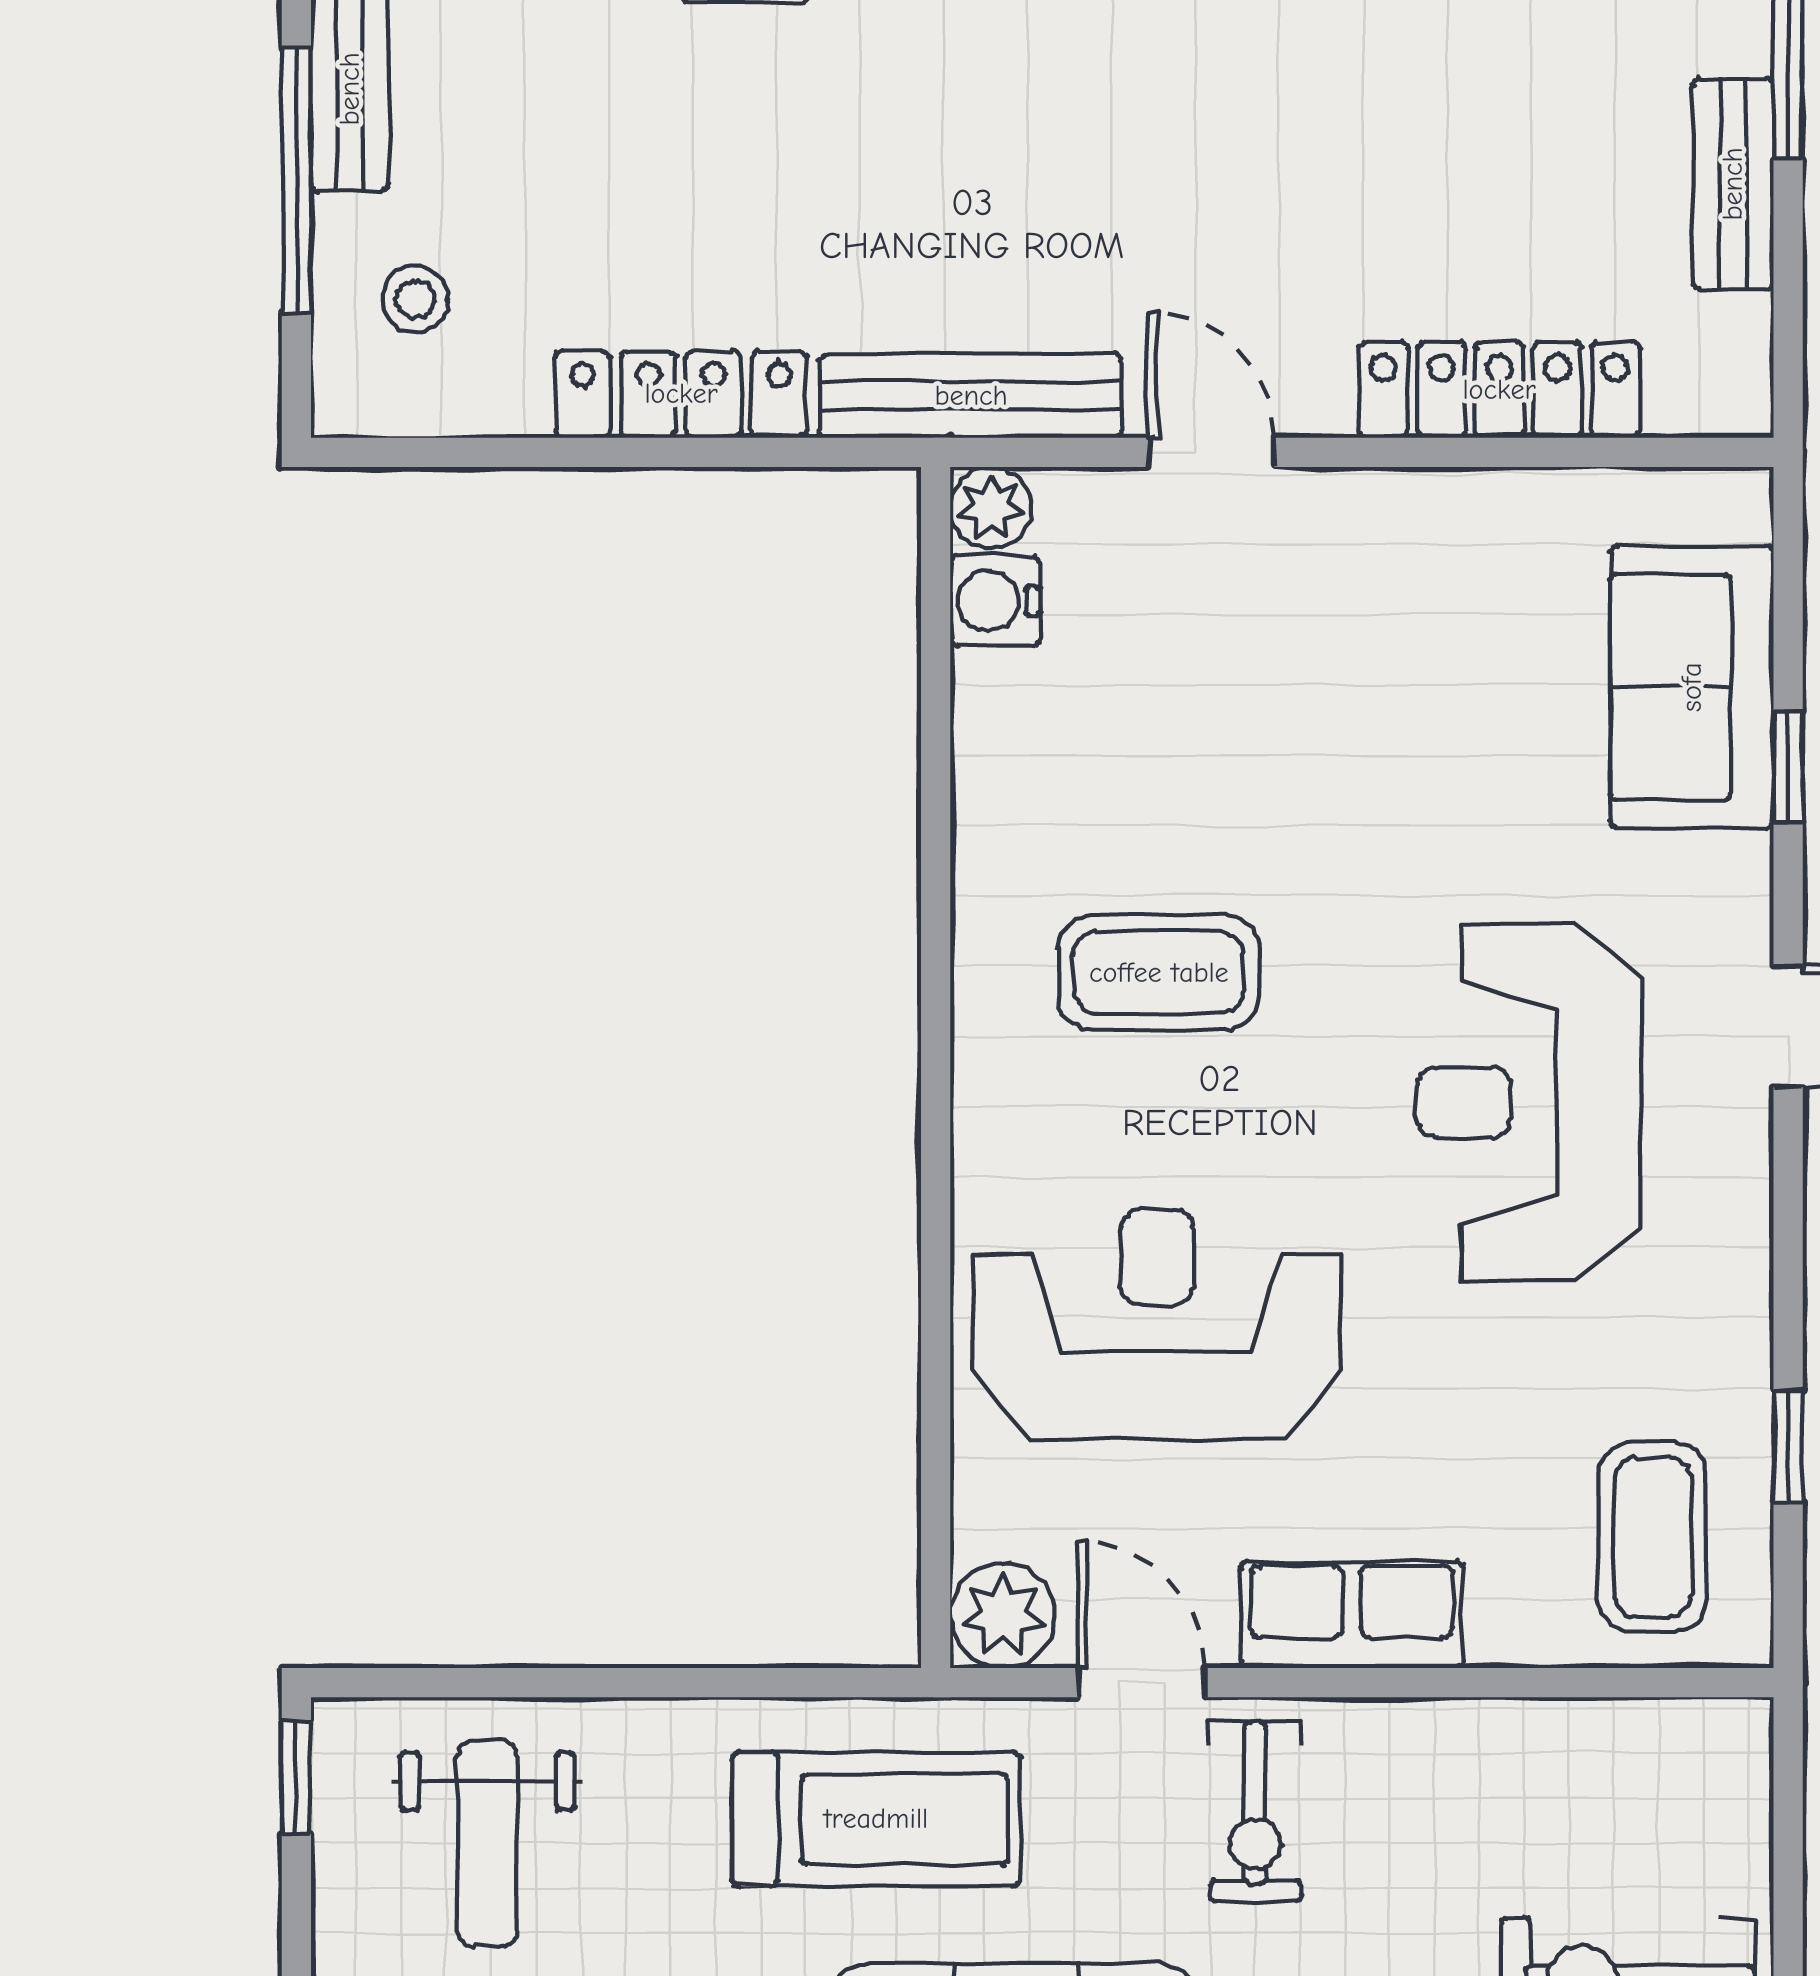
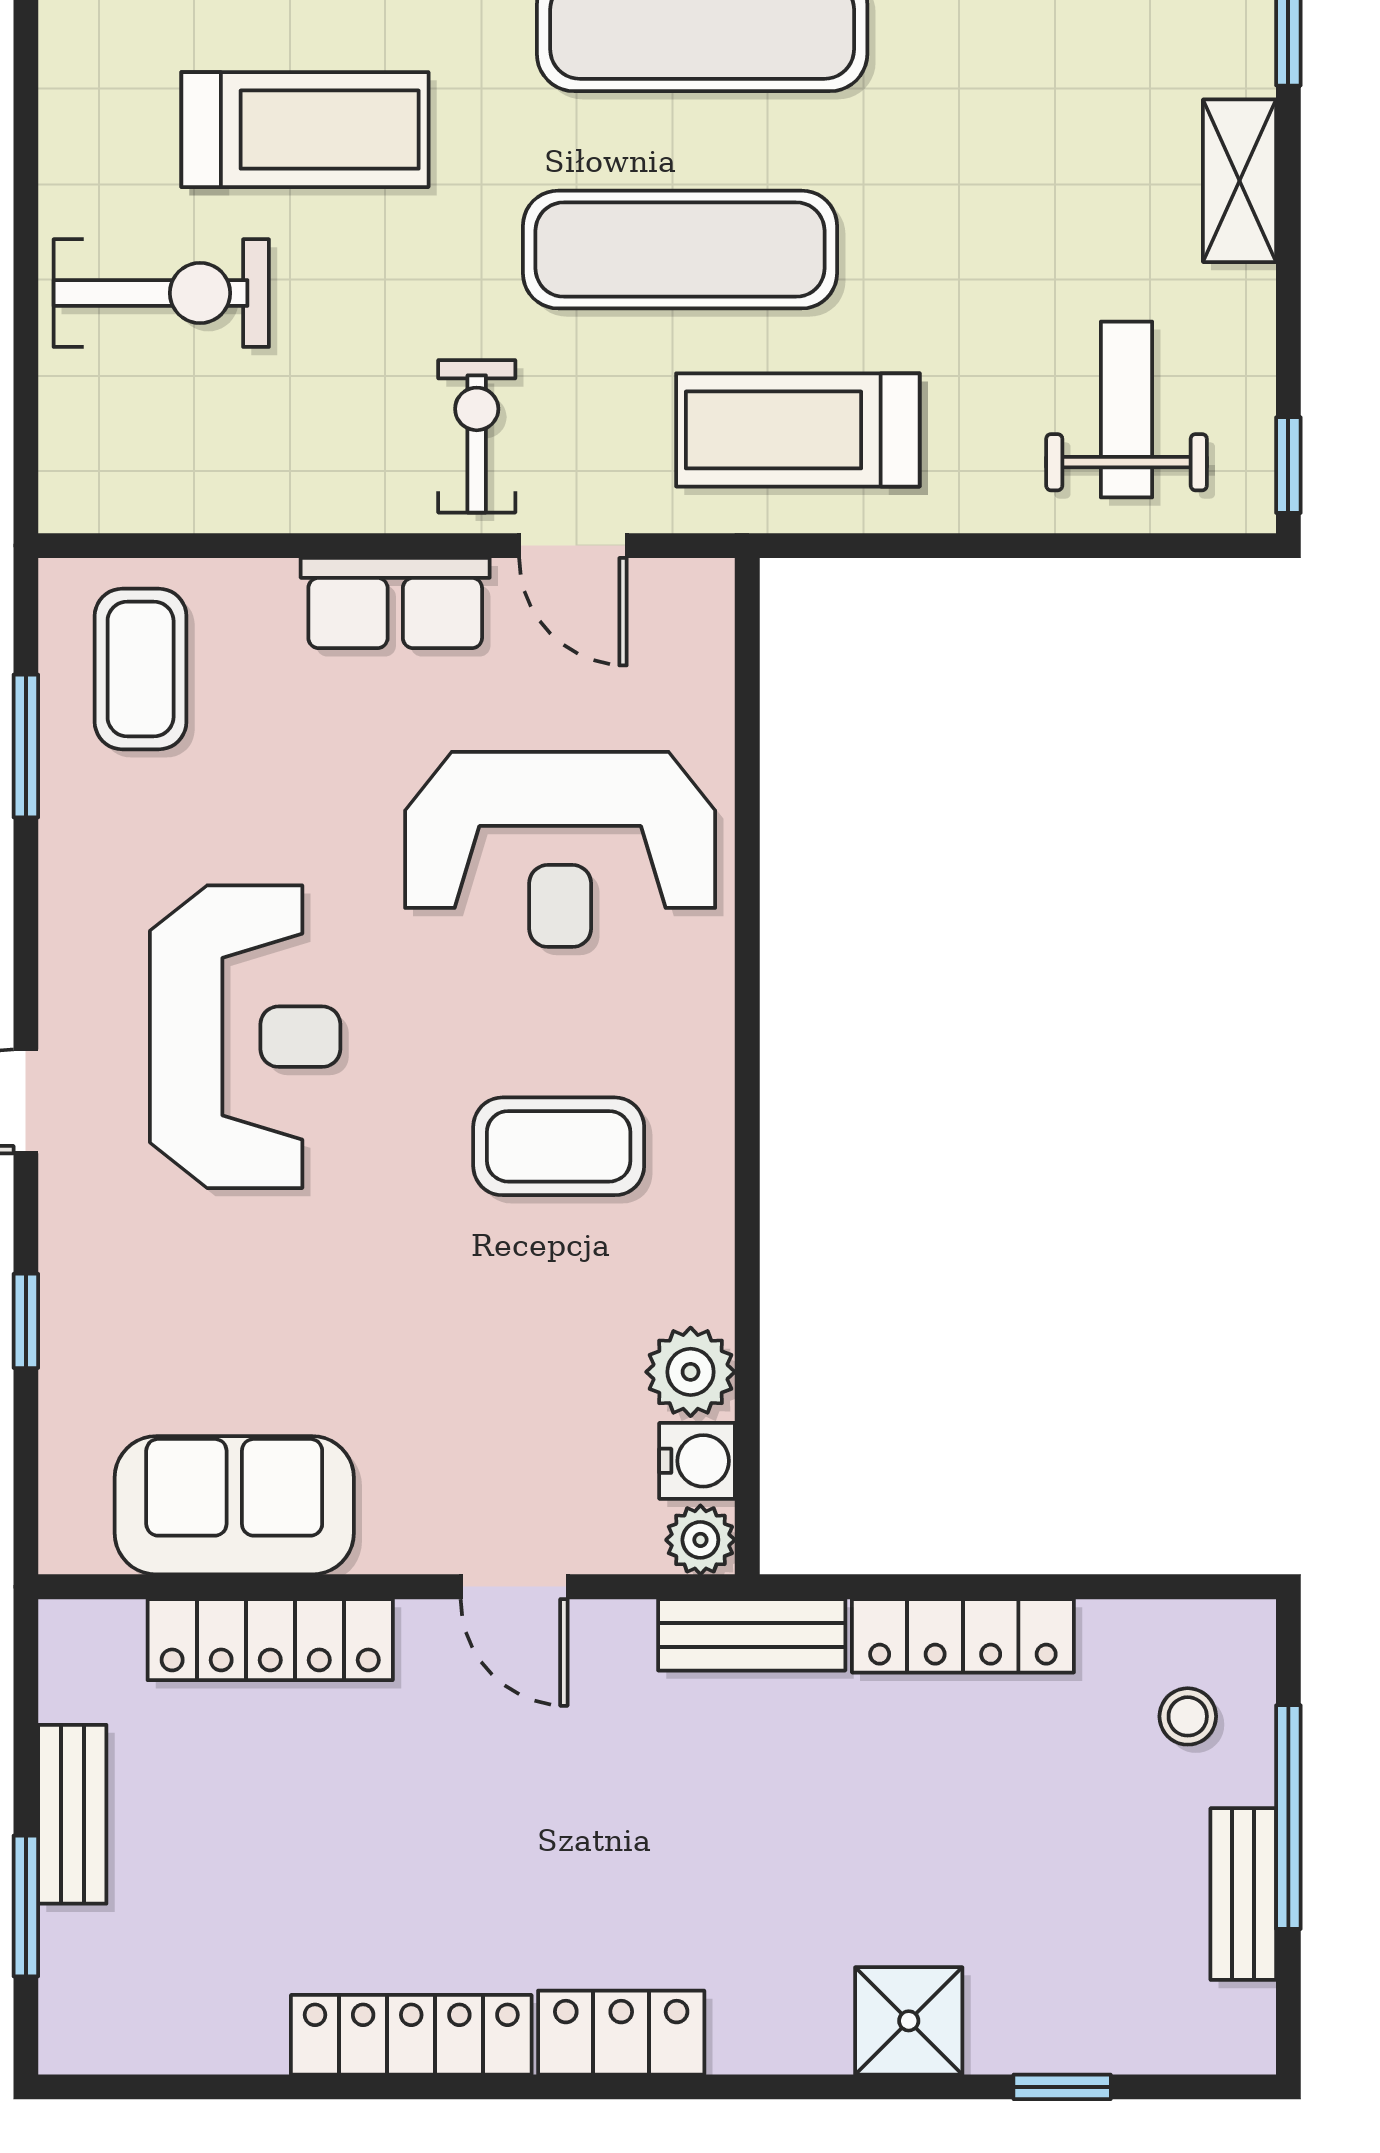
bench: (971, 396) -> (752, 1635), width x0.73
sofa: (1692, 687) -> (234, 1505), moved, turned -90
window: (1788, 1446) -> (26, 746), width x1.50
plant: (1003, 1616) -> (691, 1372), moved

